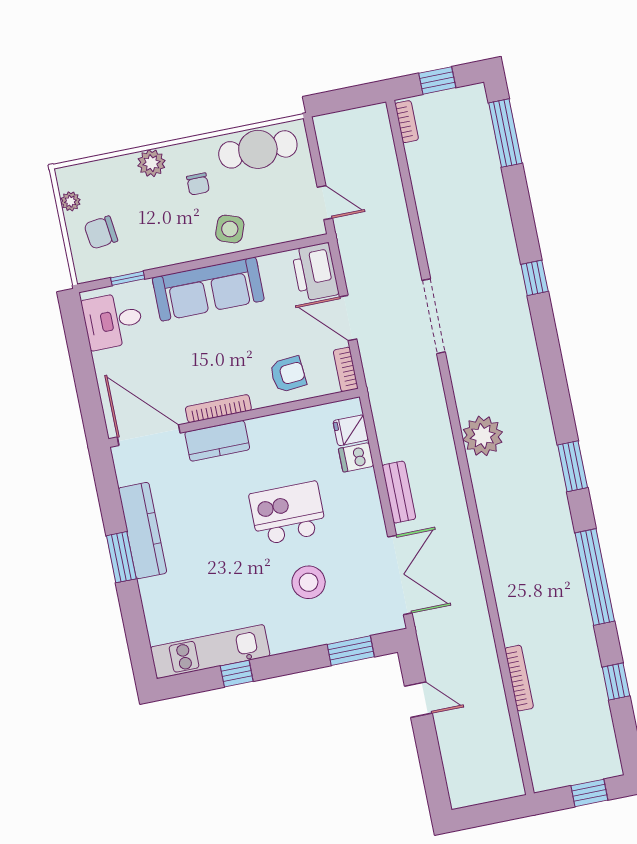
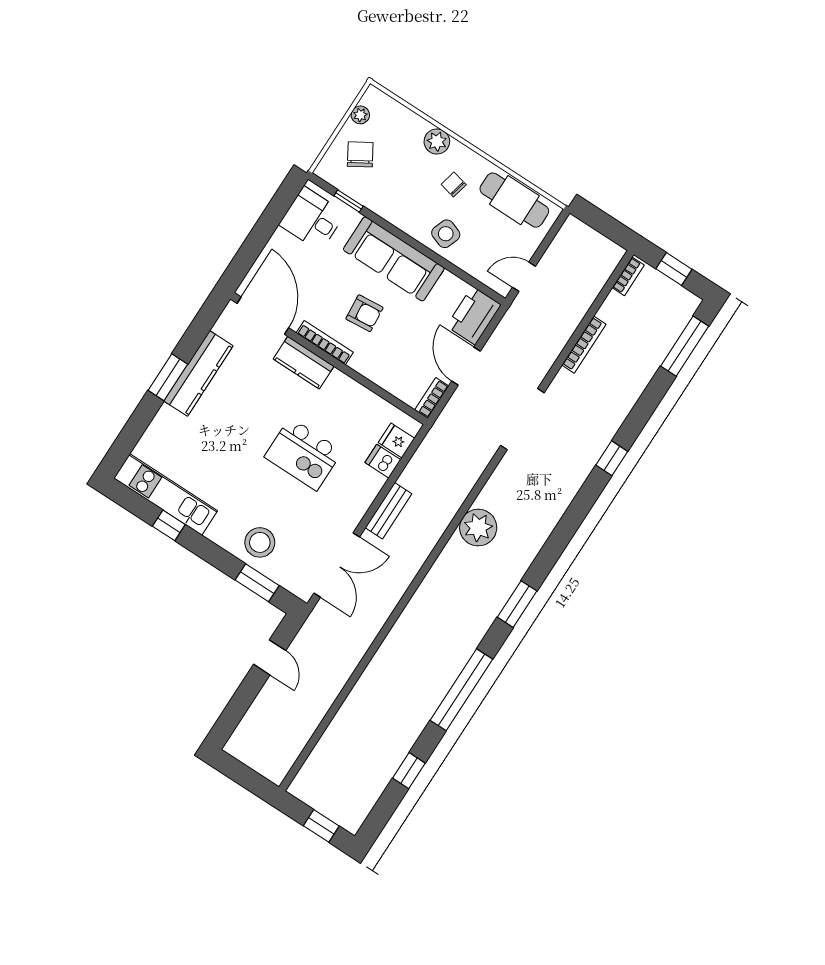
chair: (198, 184) -> (454, 184), turned 103
door: (325, 203) -> (524, 277), swing flipped
chair: (101, 233) -> (360, 154), turned 66
armchair: (288, 374) -> (364, 313), moved
kitchen island: (288, 513) -> (303, 454), turned 180
stool: (309, 582) -> (260, 542), moved
bookcase: (519, 678) -> (584, 345), moved

